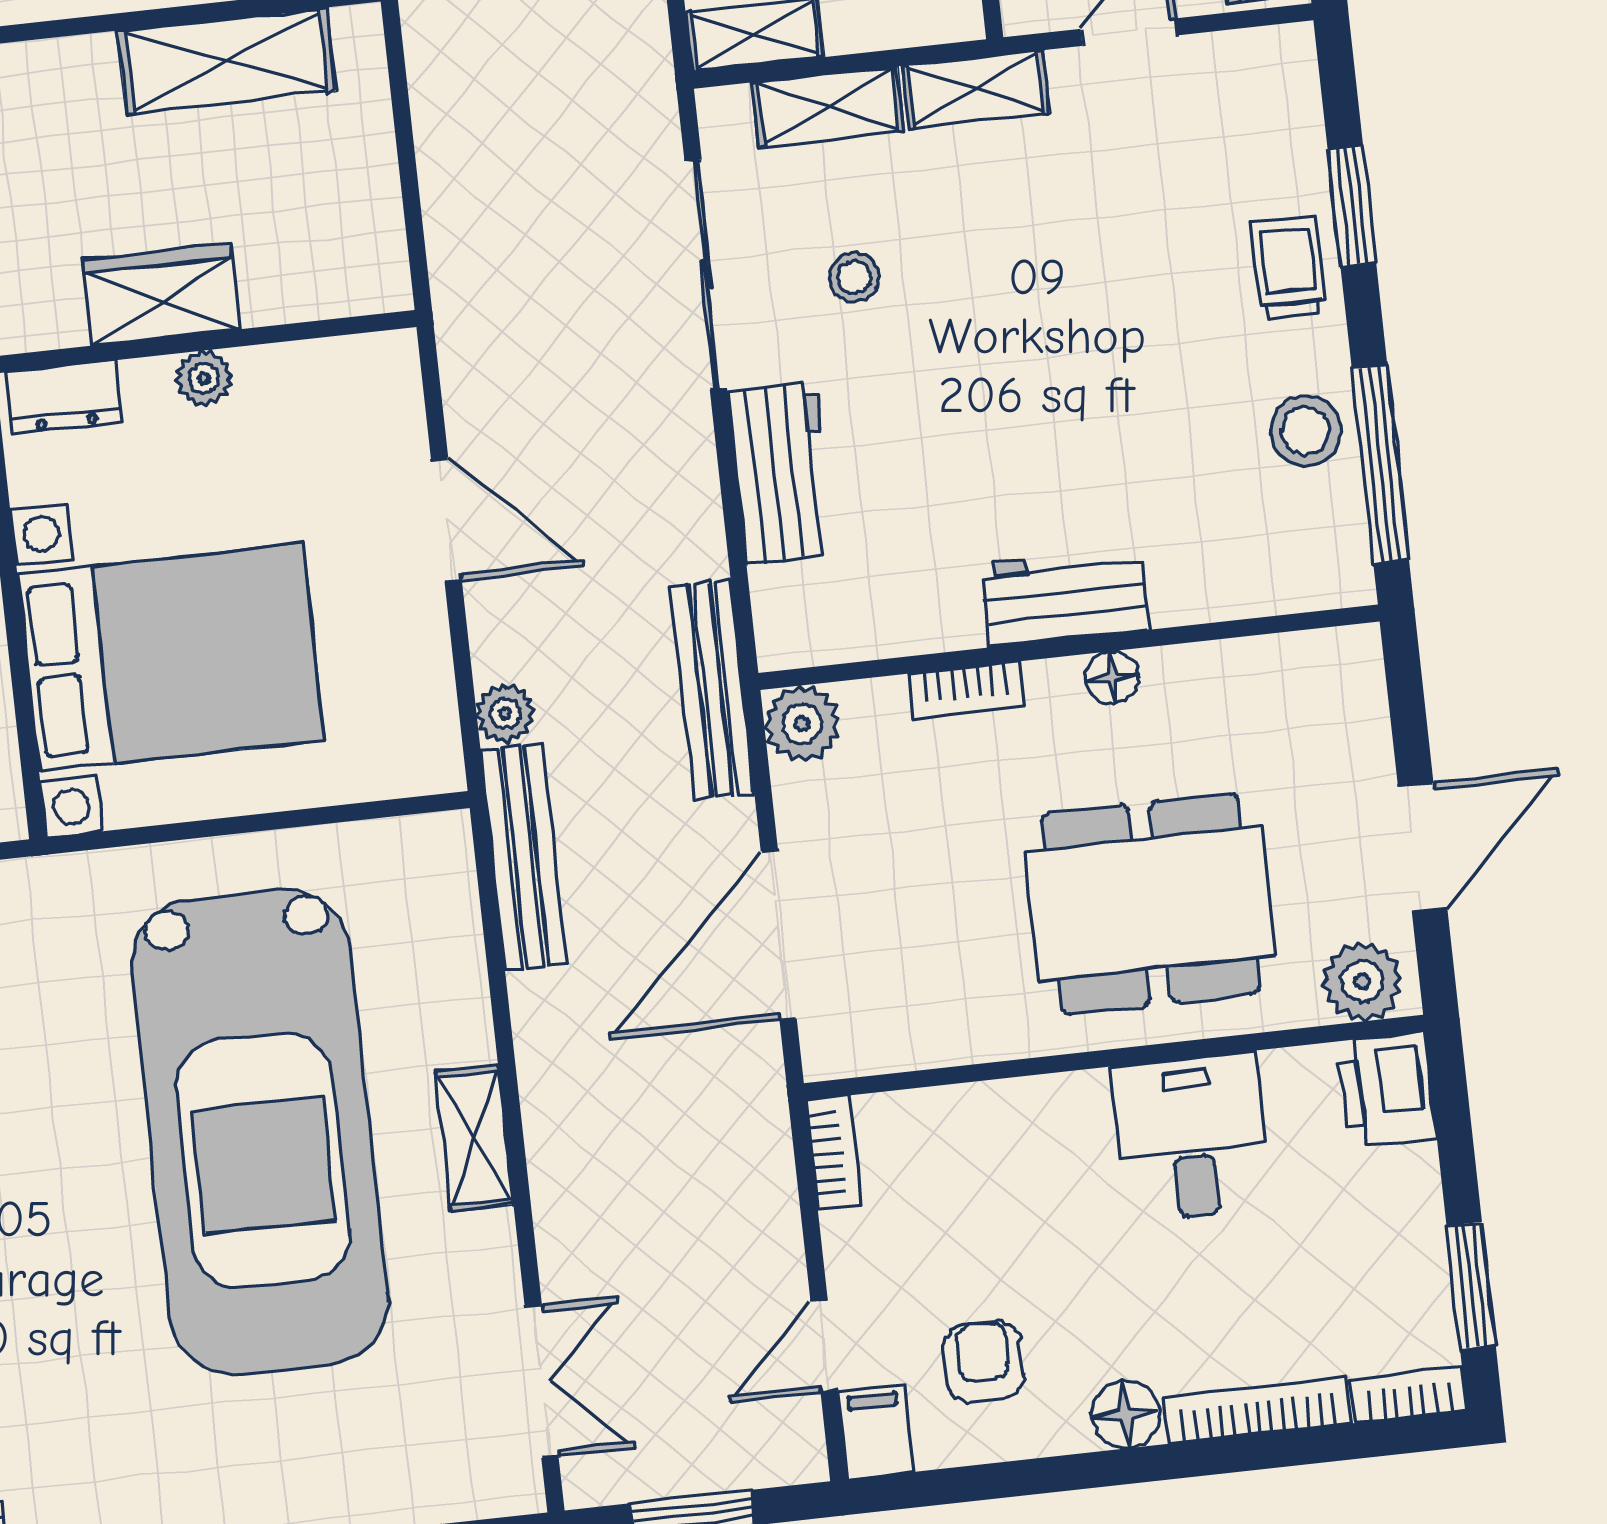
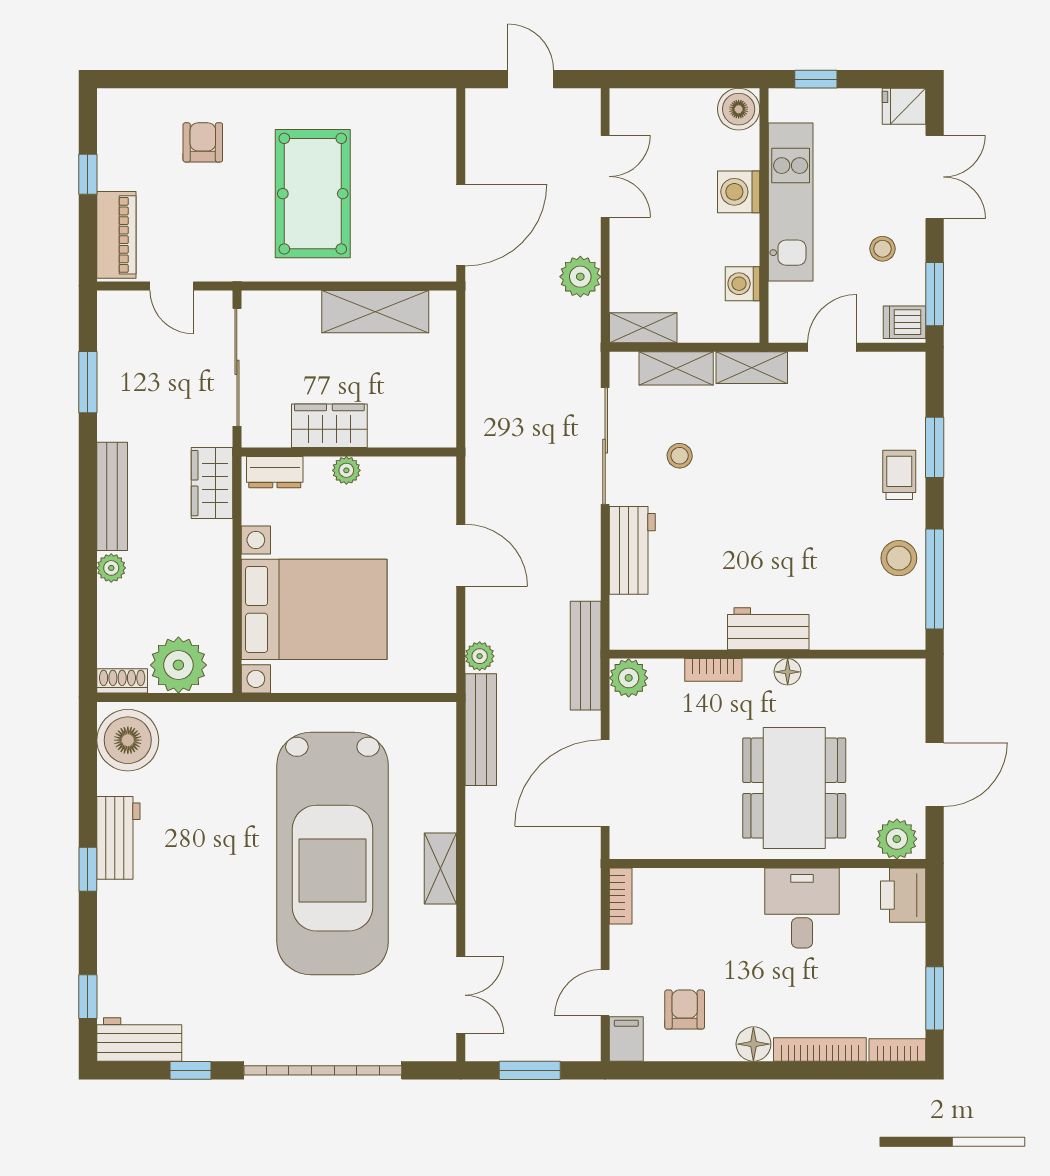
dining table: (1150, 904) -> (794, 788), turned 90

